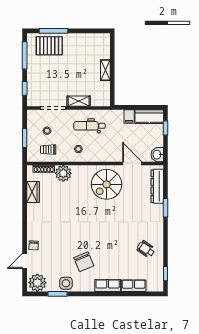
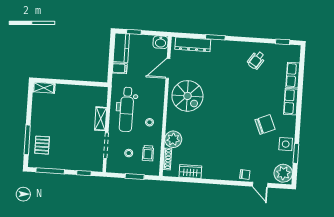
pallet: (49, 46) -> (42, 145), width x0.67, depth x0.71
shelving: (105, 70) -> (44, 88), moved
dental chair: (89, 126) -> (127, 109), width x1.36, depth x1.38

